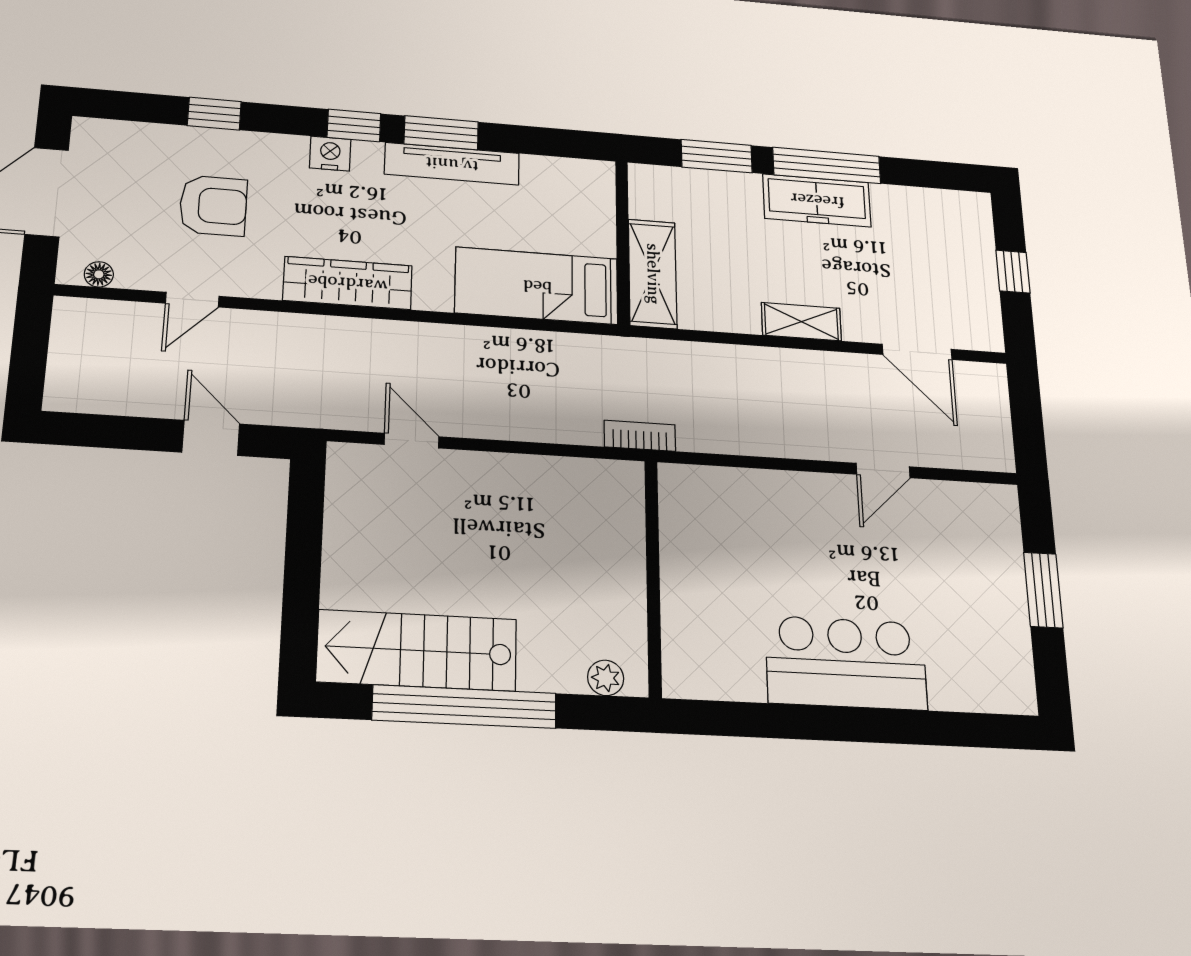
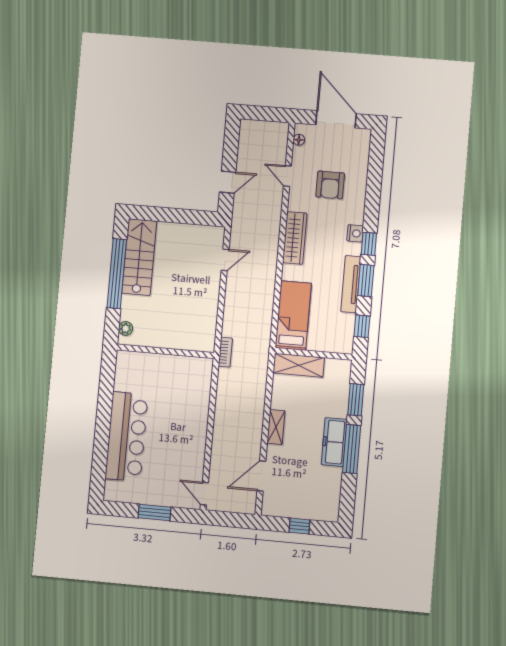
window: (214, 114) -> (362, 326), moved
door: (883, 471) -> (204, 494), moved
bar counter: (846, 663) -> (126, 437), width x1.36

